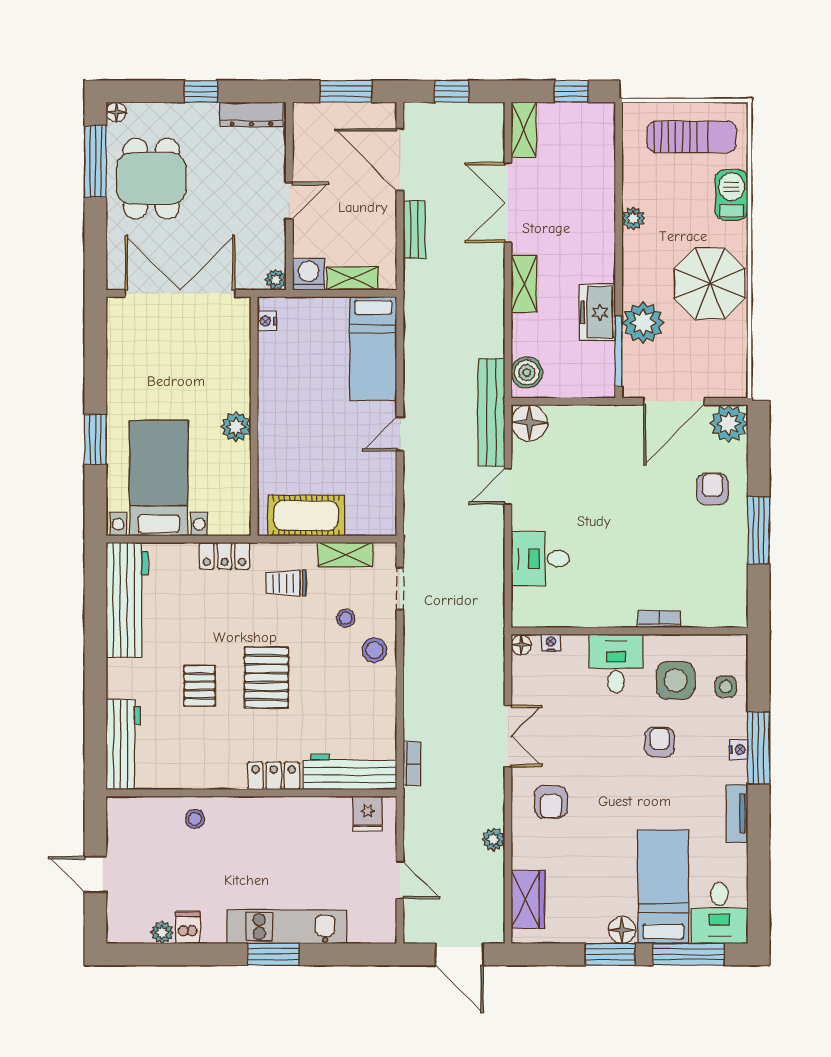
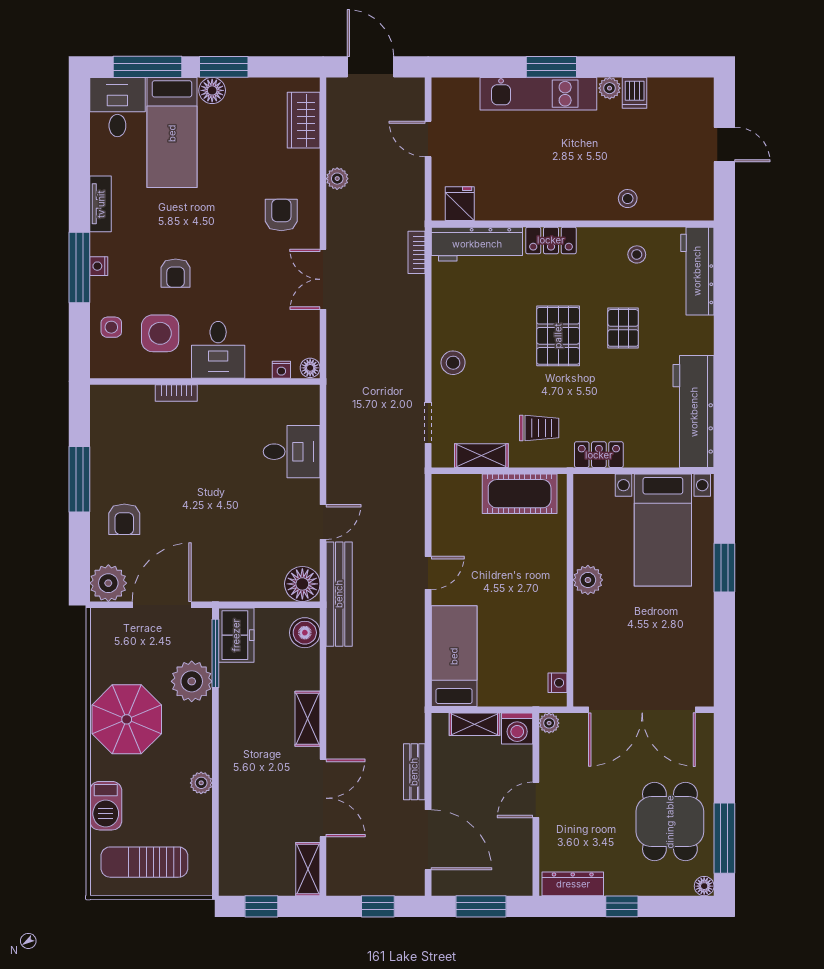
freezer: (597, 312) -> (236, 635), moved
stool: (346, 618) -> (637, 254), moved
plant: (162, 932) -> (610, 88), moved

